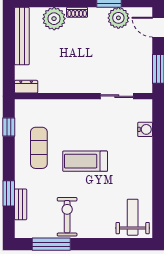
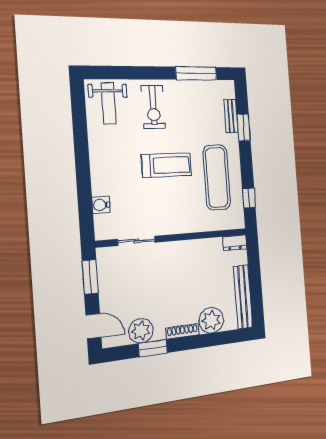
shoe rack: (77, 12) -> (182, 331), width x1.43
exercise mat: (39, 148) -> (217, 177), width x1.36, depth x1.45
exercise bike: (67, 217) -> (153, 107), moved

